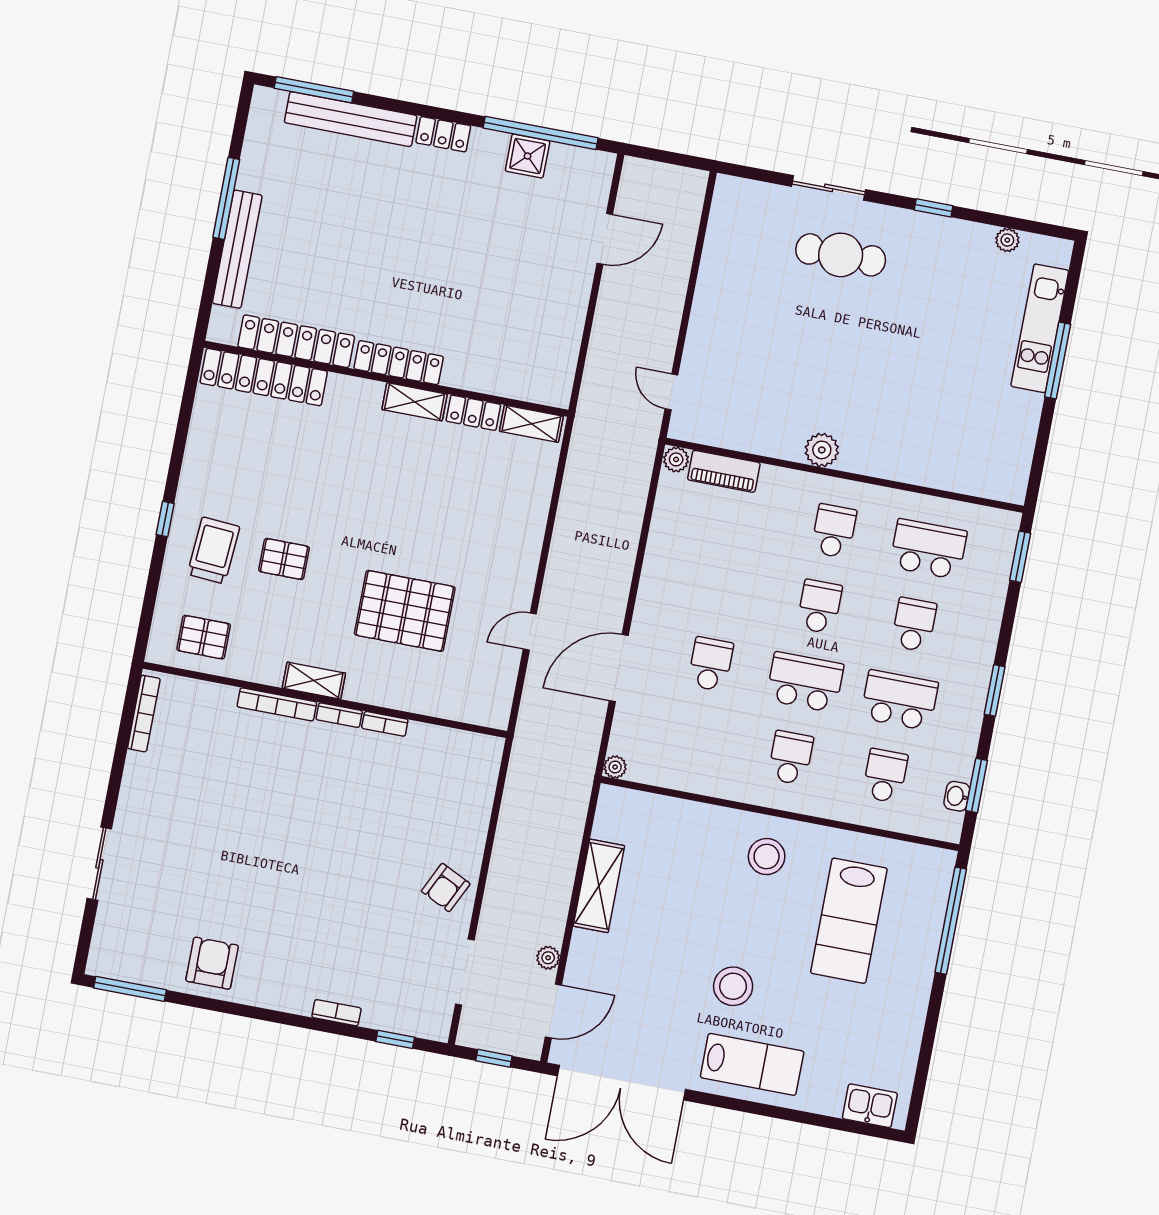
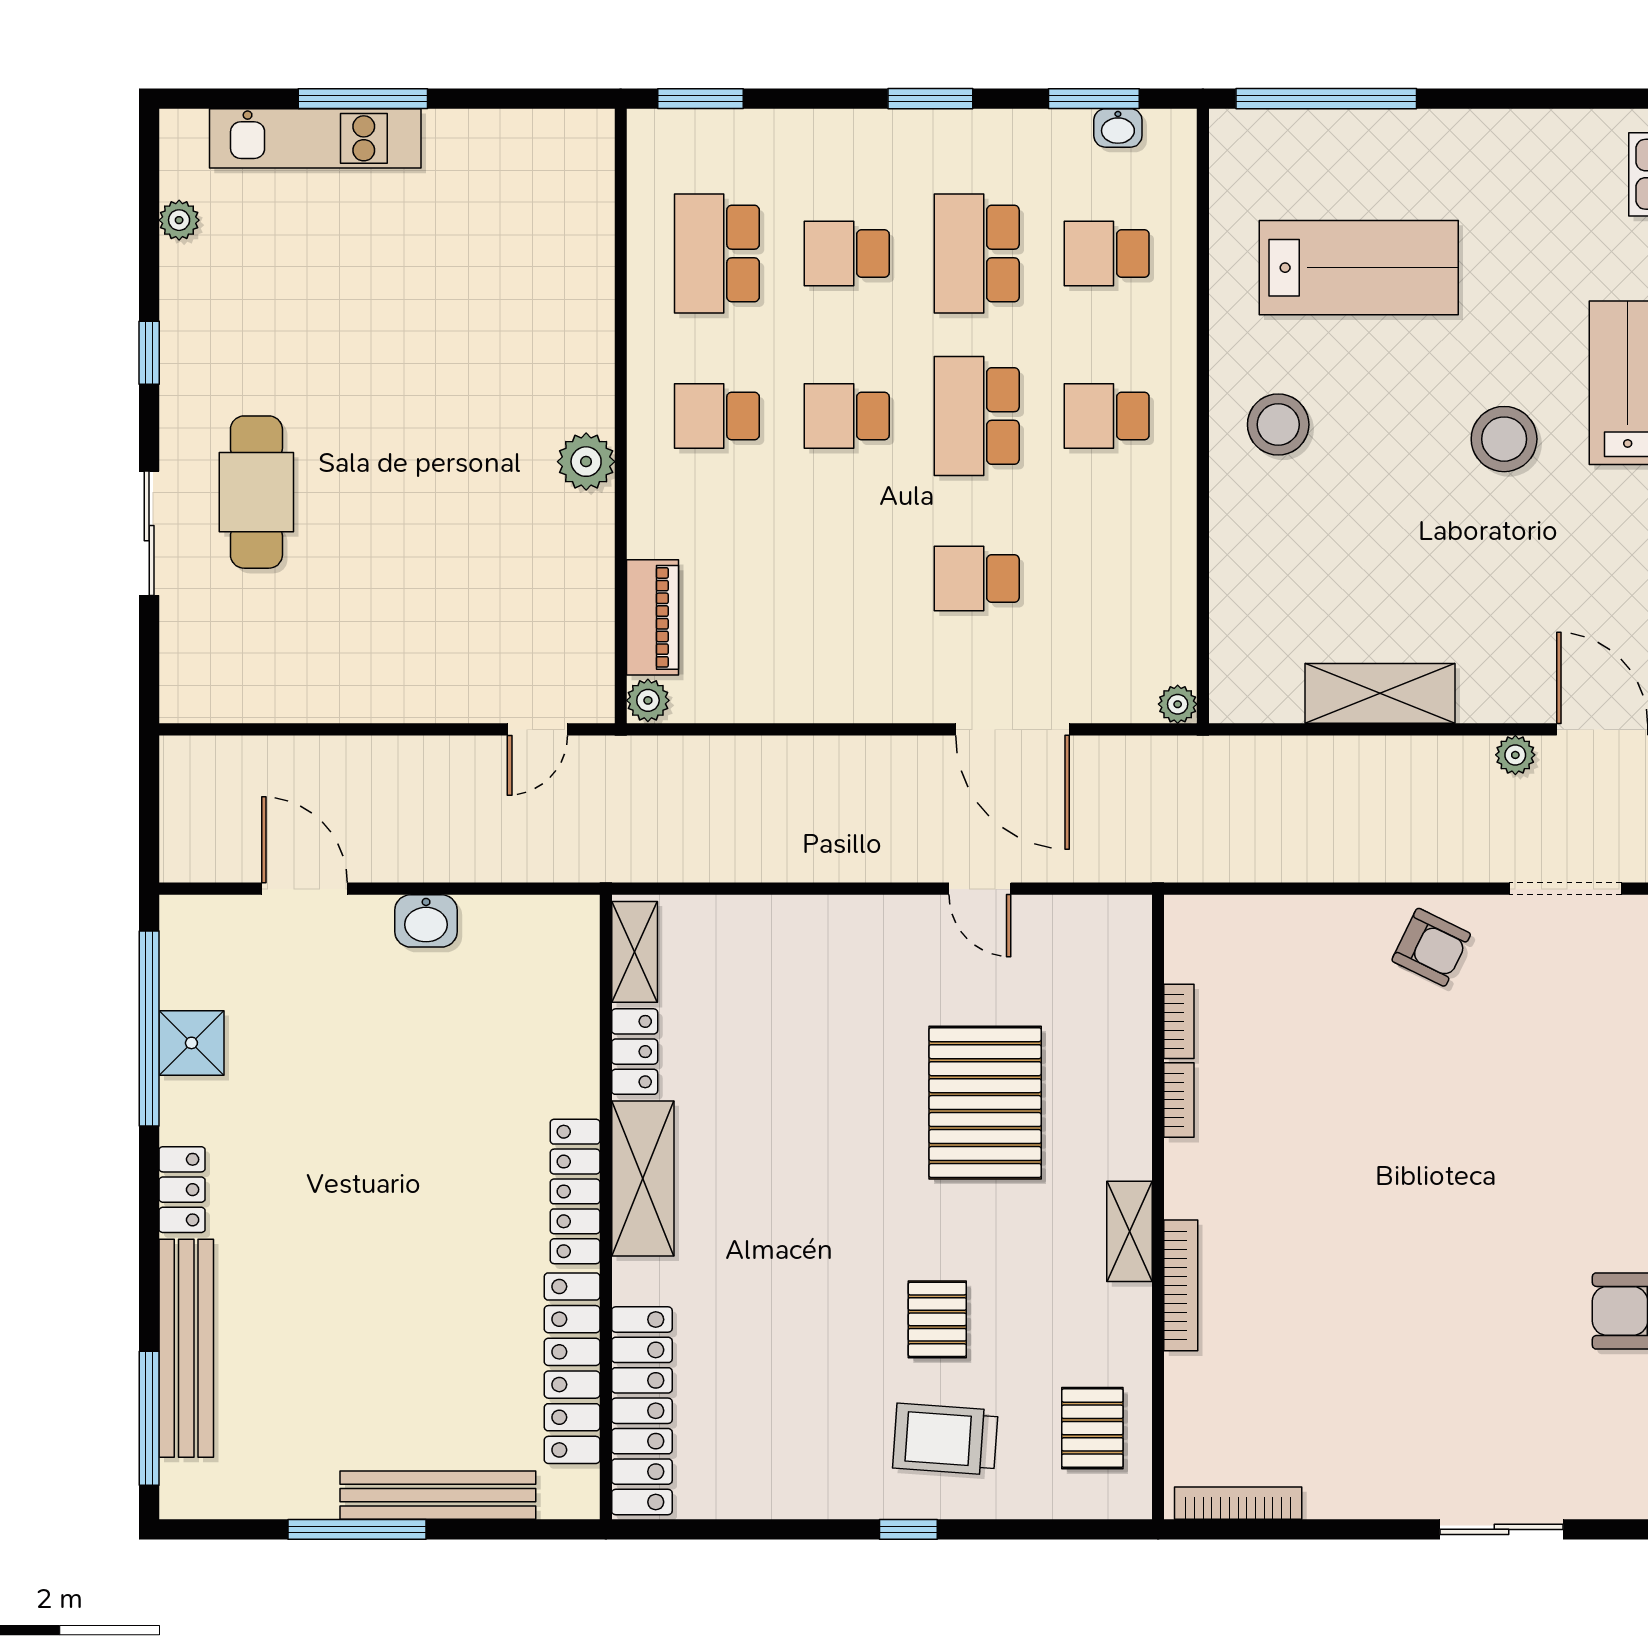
washbasin: (572, 306) -> (426, 921), added
shelving: (415, 402) -> (643, 1178), width x1.50, depth x1.33
bookcase: (339, 715) -> (1179, 1021), moved

